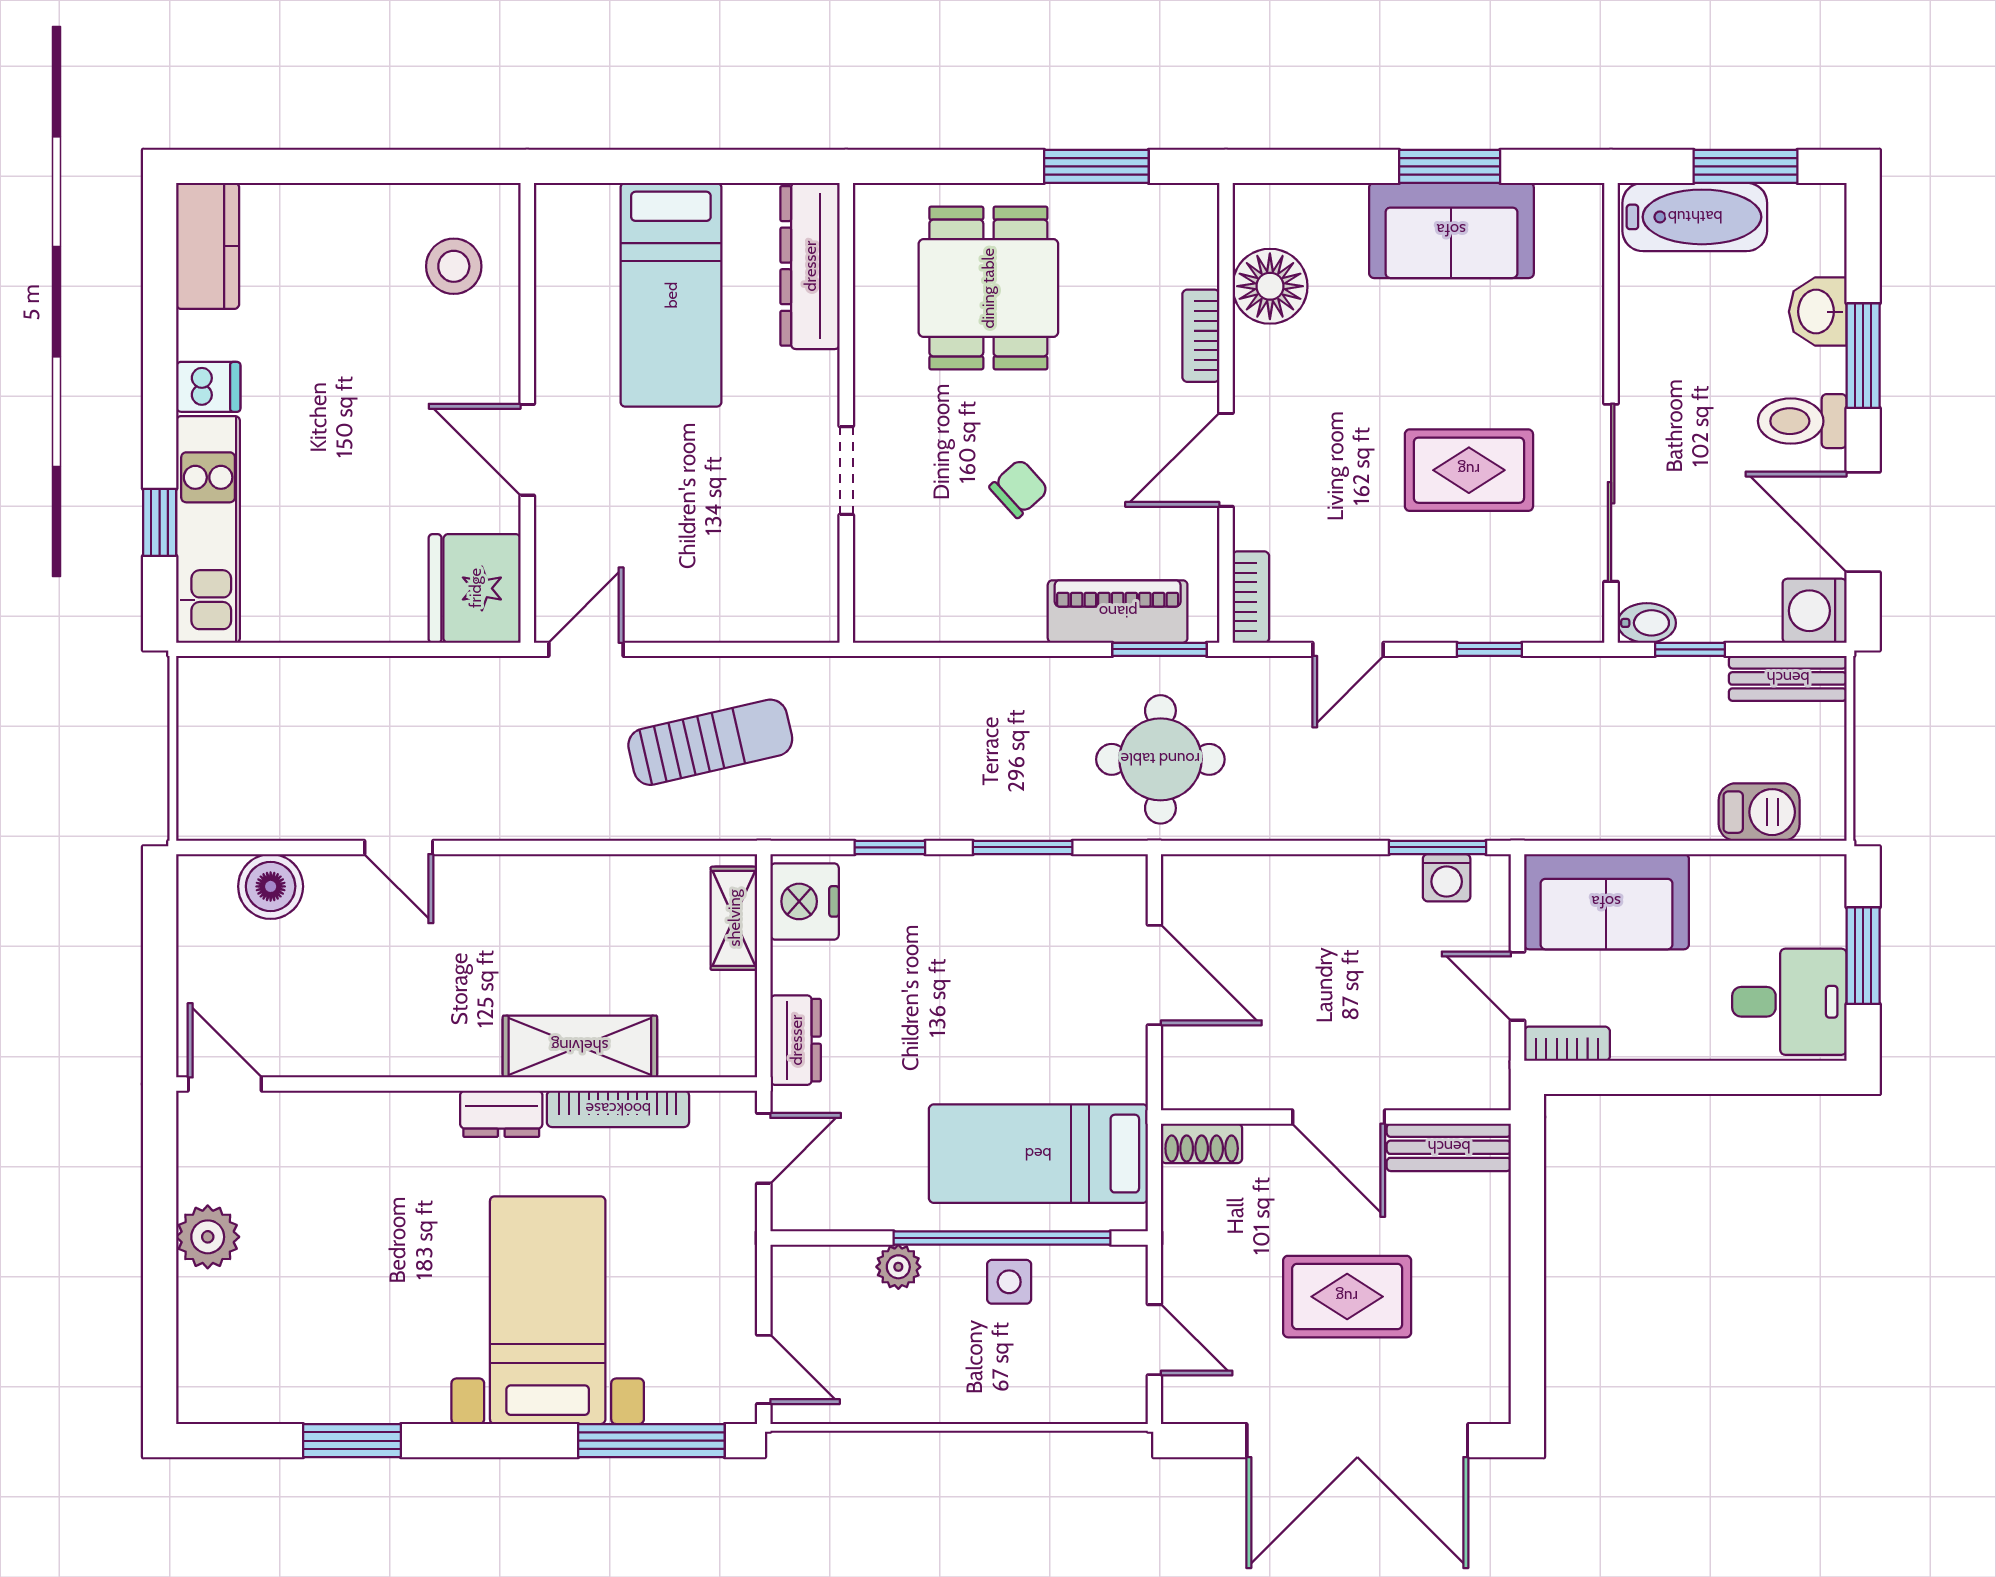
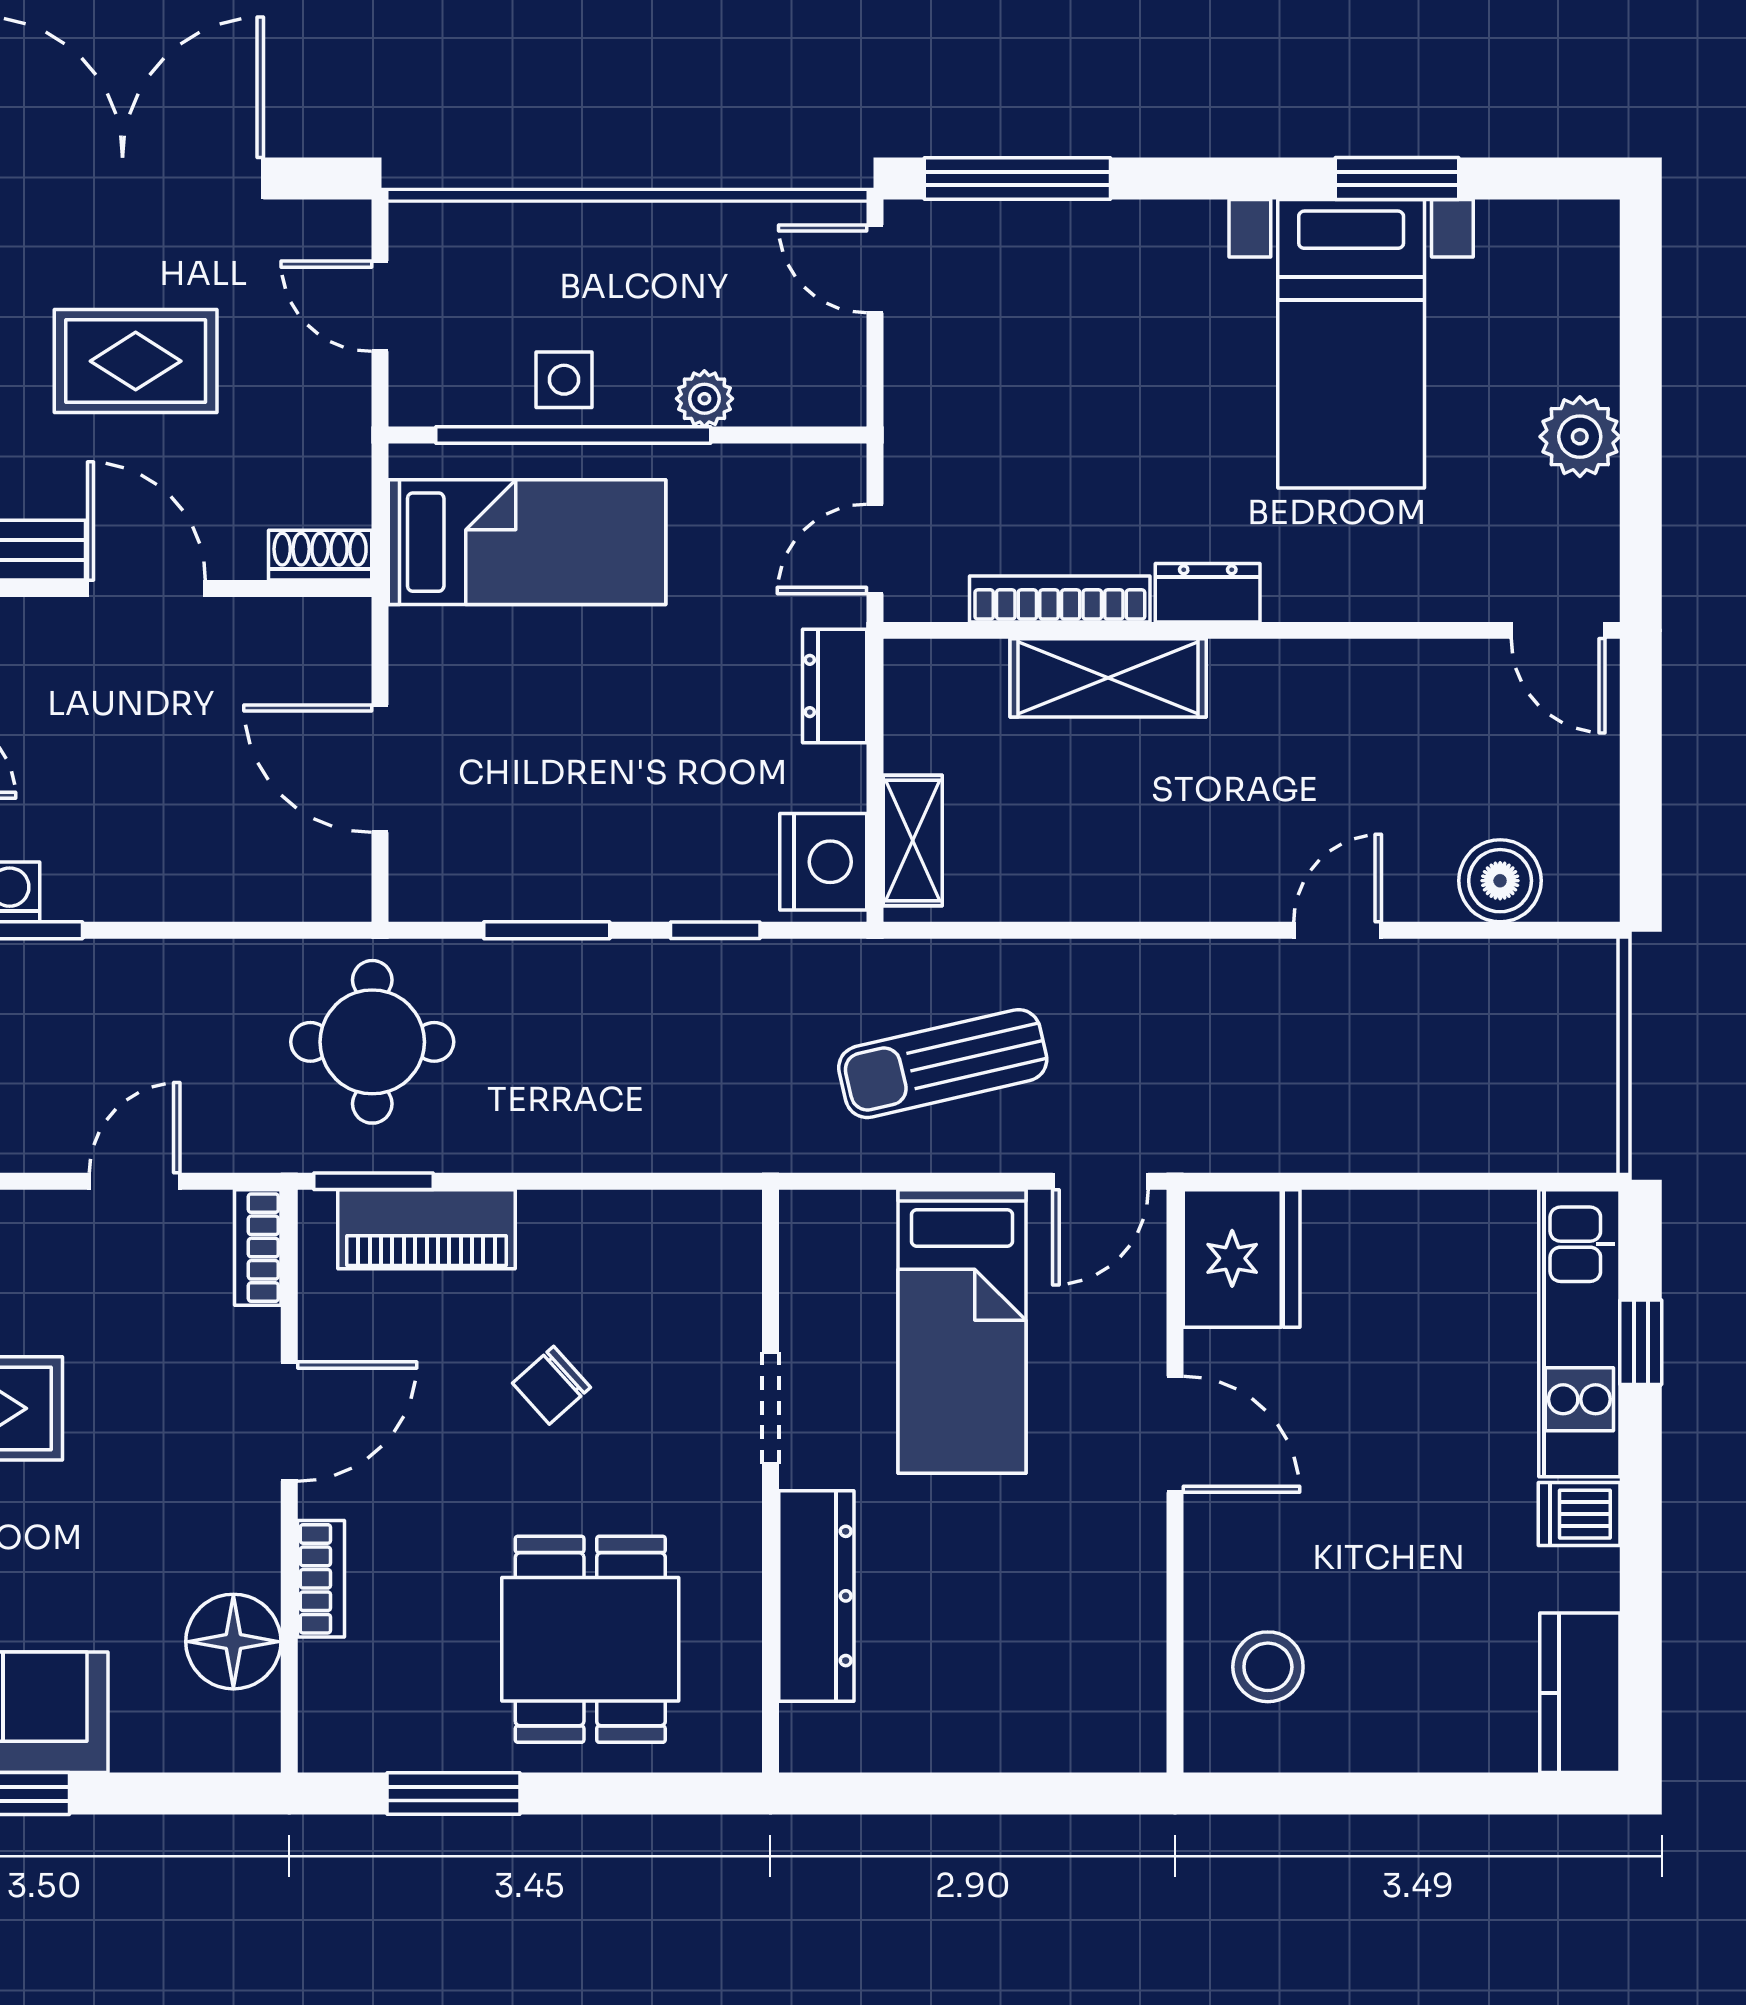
dresser: (810, 266) -> (816, 1596), moved
bed: (671, 295) -> (962, 1332), moved, turned 180
door: (399, 847) -> (1338, 930), hinge flipped
bed with nightstands: (548, 1310) -> (1351, 344), moved

